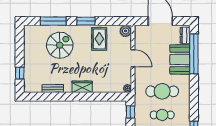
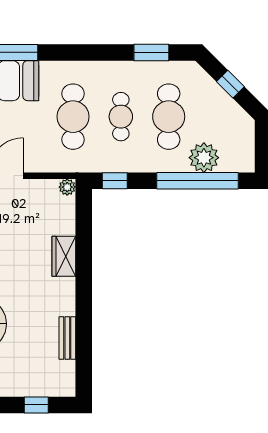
wardrobe: (82, 87) -> (64, 256), moved

